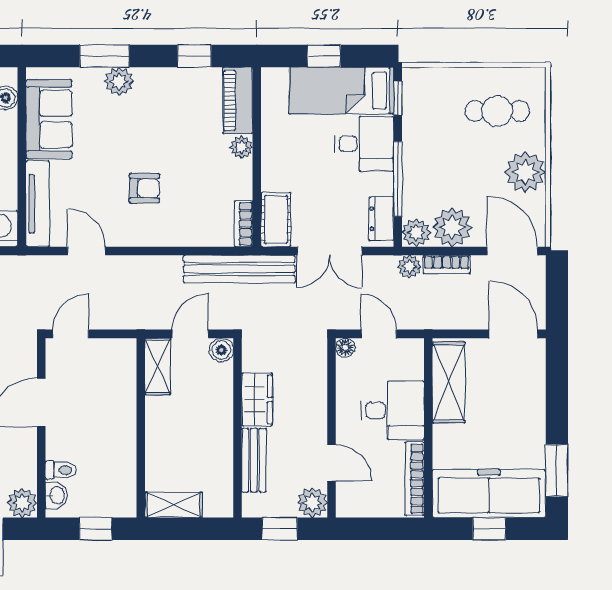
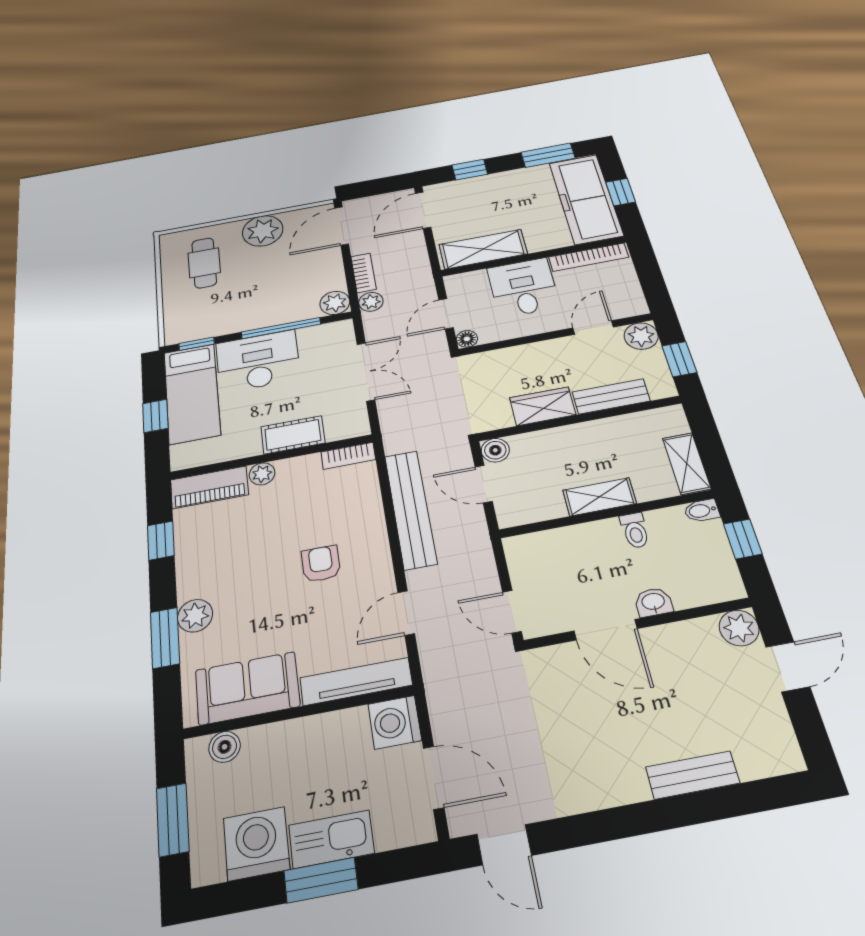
desk: (364, 144) -> (258, 361), width x1.37
cot: (276, 219) -> (293, 435), moved
dresser: (381, 219) -> (325, 334), removed
plant: (452, 227) -> (325, 276), removed
bench: (239, 269) -> (410, 509), moved
shelving: (158, 366) -> (600, 497), moved
window: (557, 389) -> (470, 170), added
toilet: (61, 470) -> (635, 530), moved, turned 180
washbasin: (56, 495) -> (653, 602), moved
bidet: (127, 504) -> (702, 511), added

